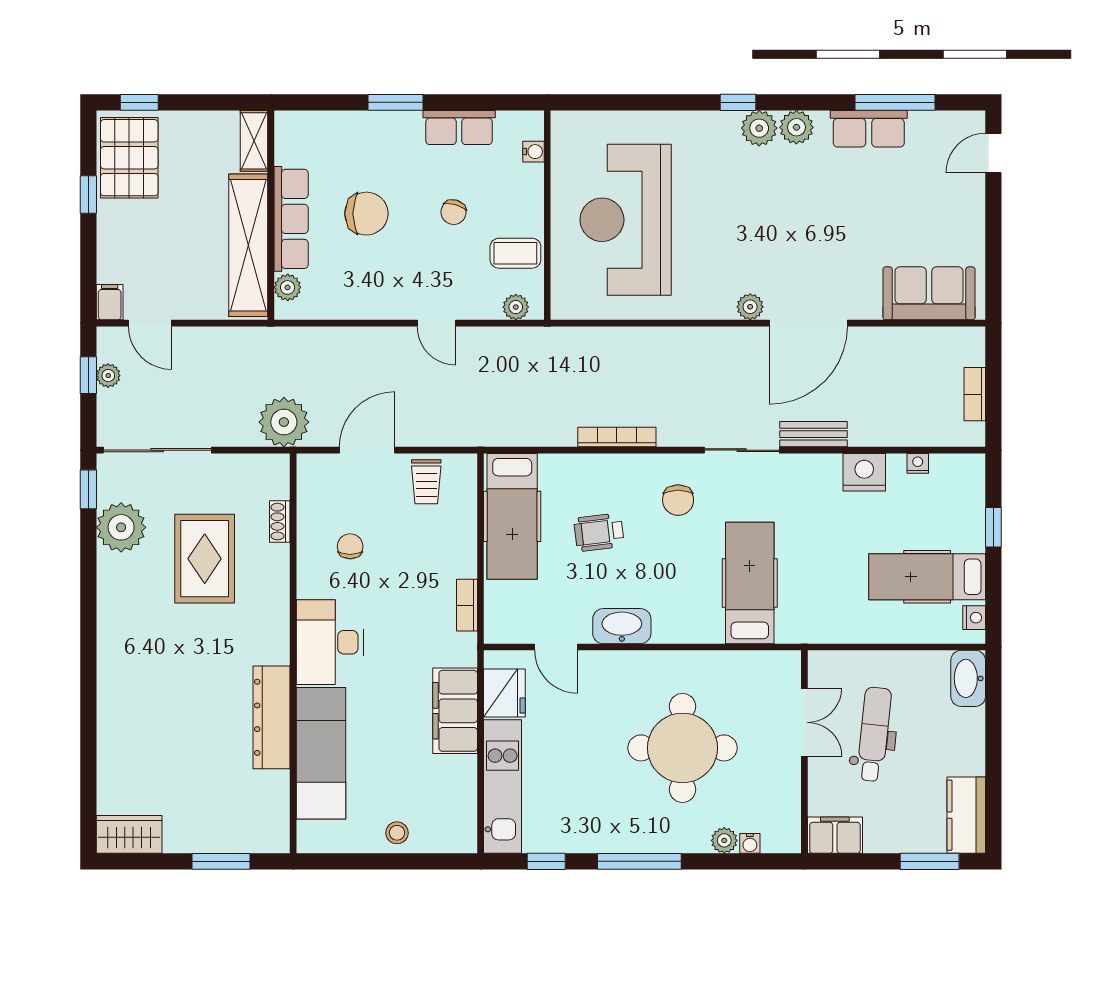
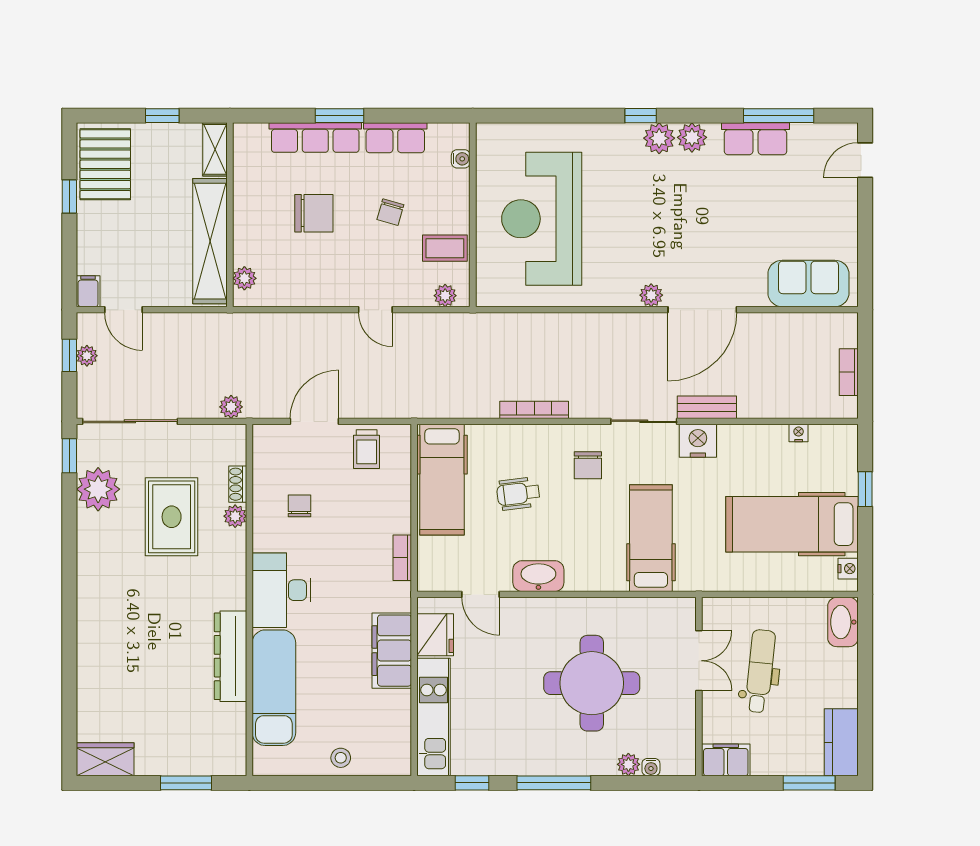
window: (139, 102) -> (162, 116), moved
row of seats: (291, 219) -> (315, 138), moved, turned 90
plant: (284, 422) -> (231, 407), width x0.53, depth x0.53
nightstand: (864, 472) -> (698, 441), moved
plant: (277, 558) -> (235, 516), added
hospital bed: (927, 577) -> (792, 524), width x1.37, depth x1.29

